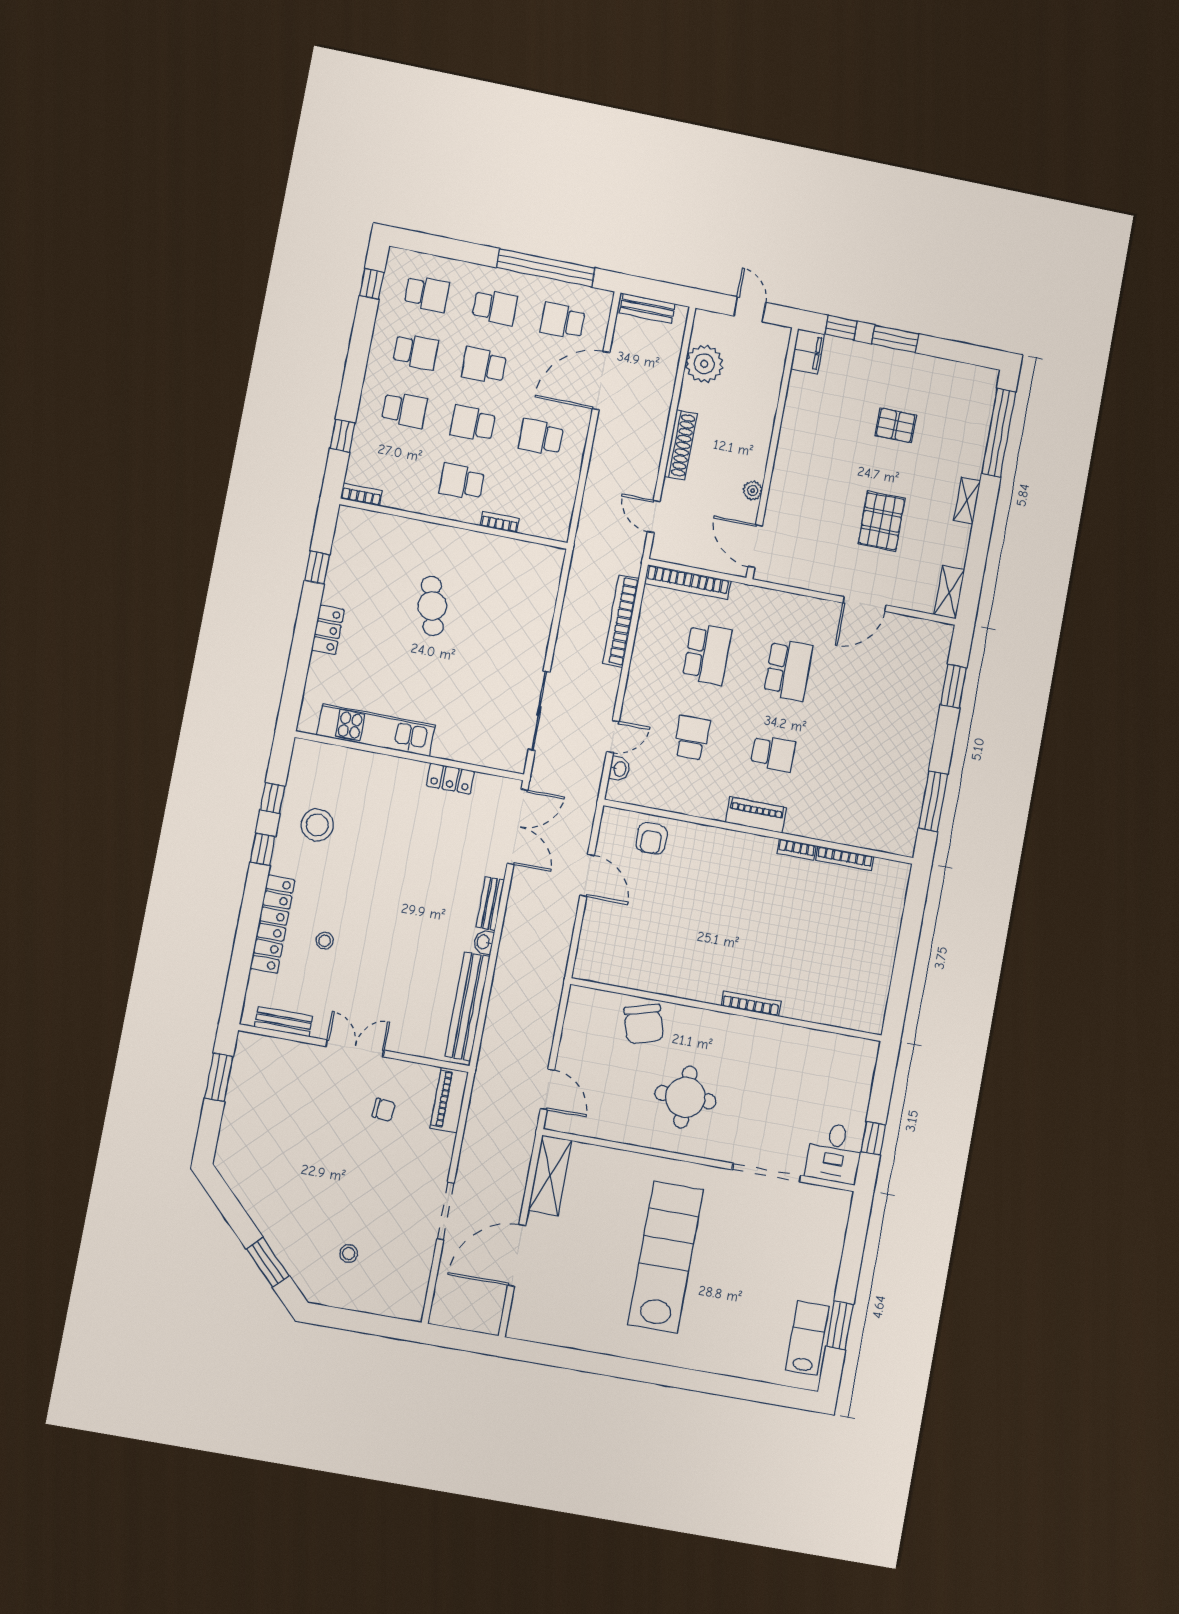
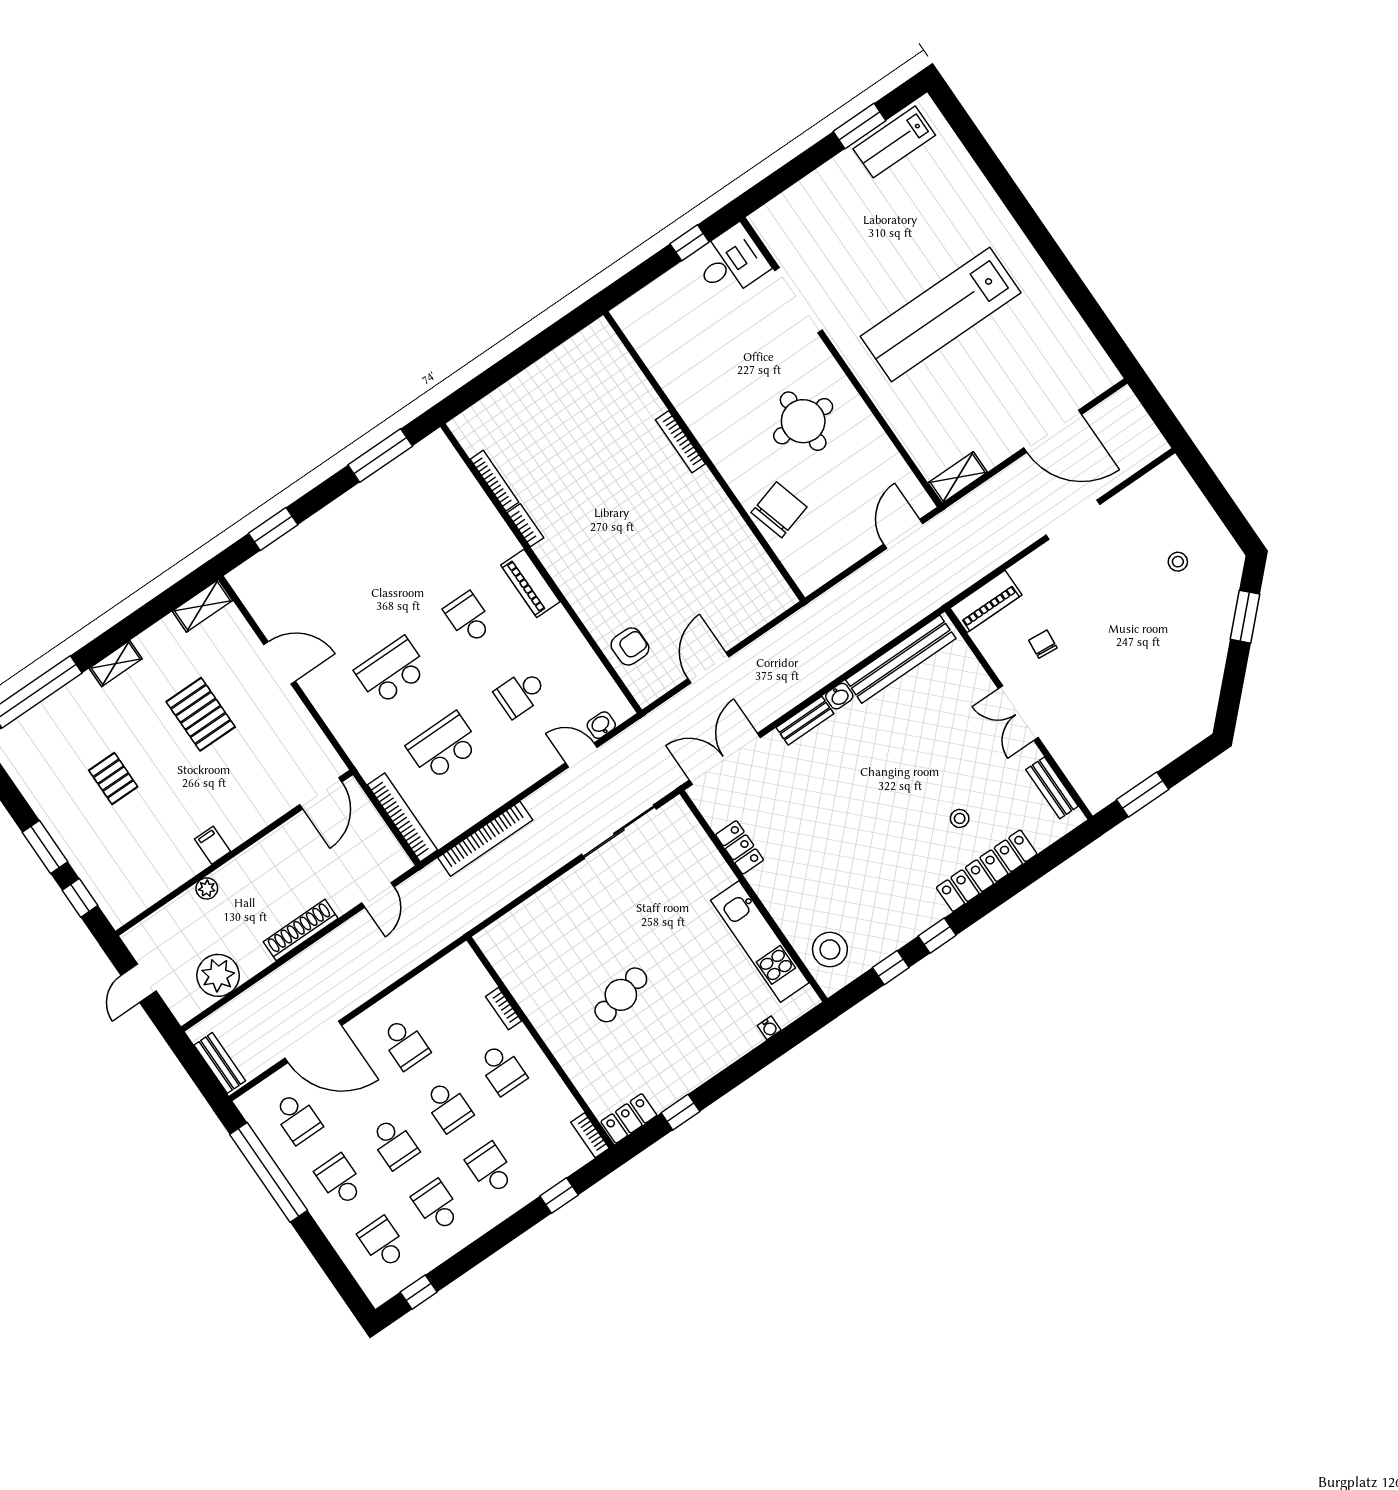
filing cabinet: (808, 352) -> (213, 845), moved, width x0.50
plant: (753, 491) -> (207, 888), moved
pallet: (882, 521) -> (201, 714), turned 90
locker: (328, 630) -> (629, 1118), moved
water cooler: (314, 680) -> (769, 1028), added
stool: (317, 825) -> (830, 950), moved
shelving: (550, 1175) -> (958, 478), width x0.67, depth x0.75

